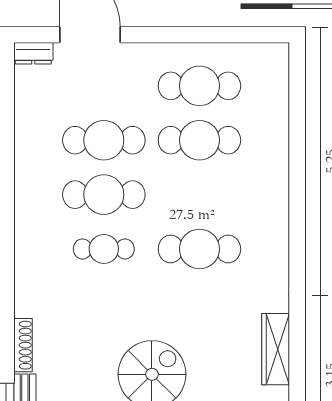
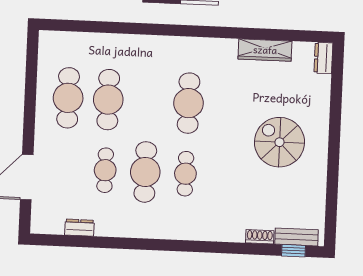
dresser: (33, 53) -> (79, 228), moved, turned -90
cafe table: (104, 140) -> (105, 170), width x0.73, depth x0.74
shoe rack: (23, 345) -> (260, 237), width x0.70

